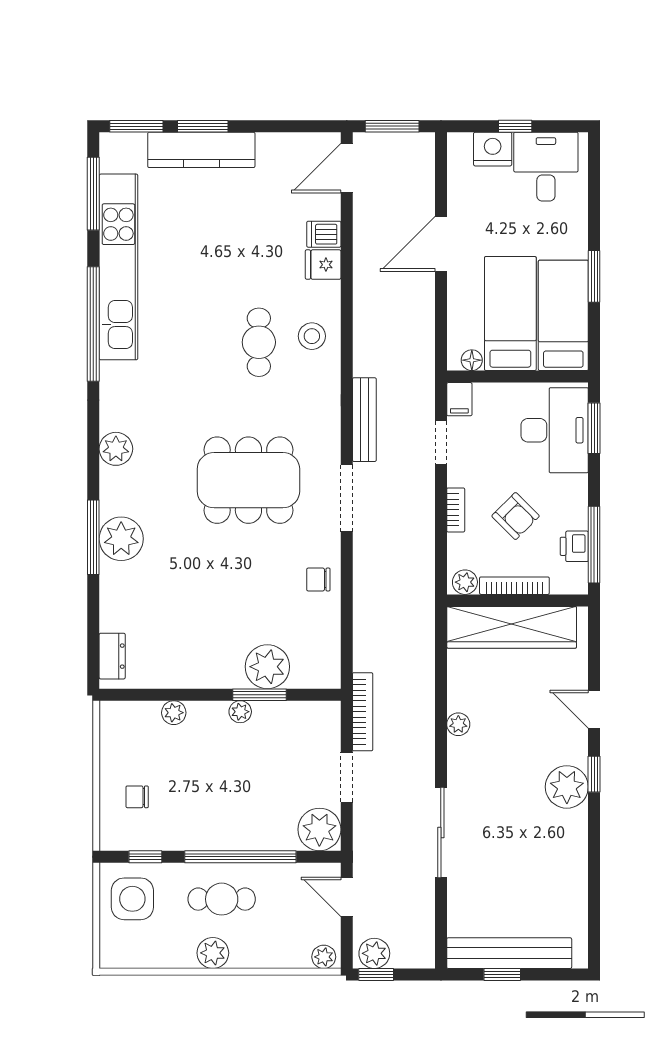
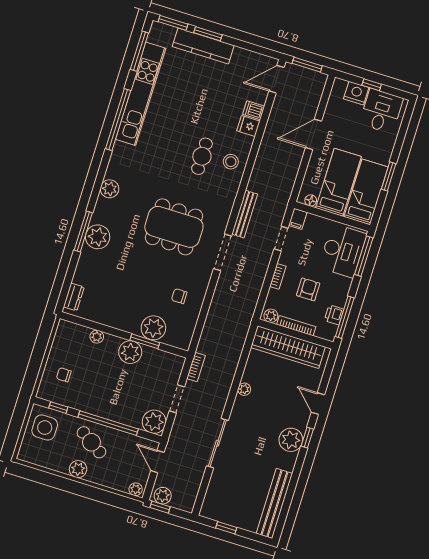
window: (594, 428) -> (364, 256), width x1.44
armchair: (516, 516) -> (308, 289), turned -135
chair: (318, 580) -> (179, 296), moved
plant: (240, 712) -> (130, 352), width x1.88, depth x1.88
bookcase: (363, 712) -> (196, 367), width x0.64
cafe table: (222, 899) -> (91, 442), turned 33
bench: (509, 953) -> (274, 503), moved, turned 90

